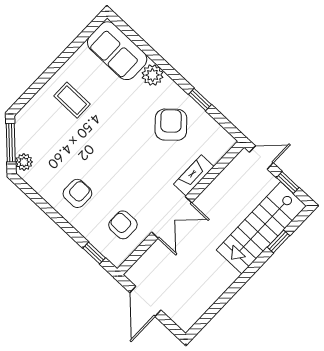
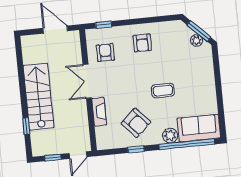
window: (146, 49) -> (187, 144), added
coffee table: (72, 100) -> (163, 91), moved
plant: (24, 162) -> (197, 40), moved
armchair: (123, 225) -> (105, 52), turned -90
stairs: (261, 228) -> (39, 97), moved

